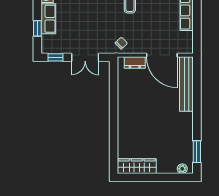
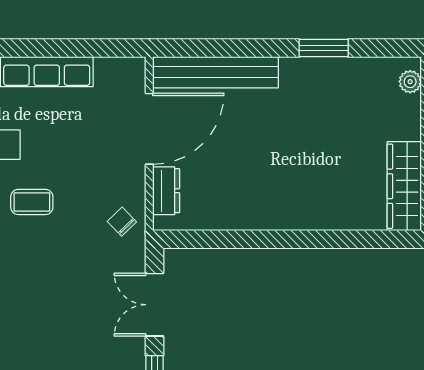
double door: (85, 57) -> (154, 305), swing flipped
window: (197, 152) -> (324, 48), moved

